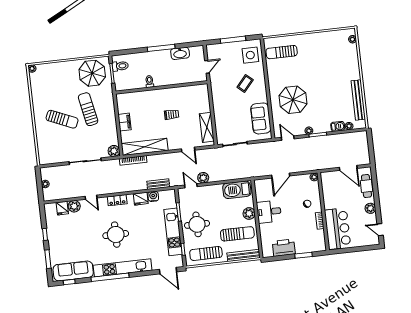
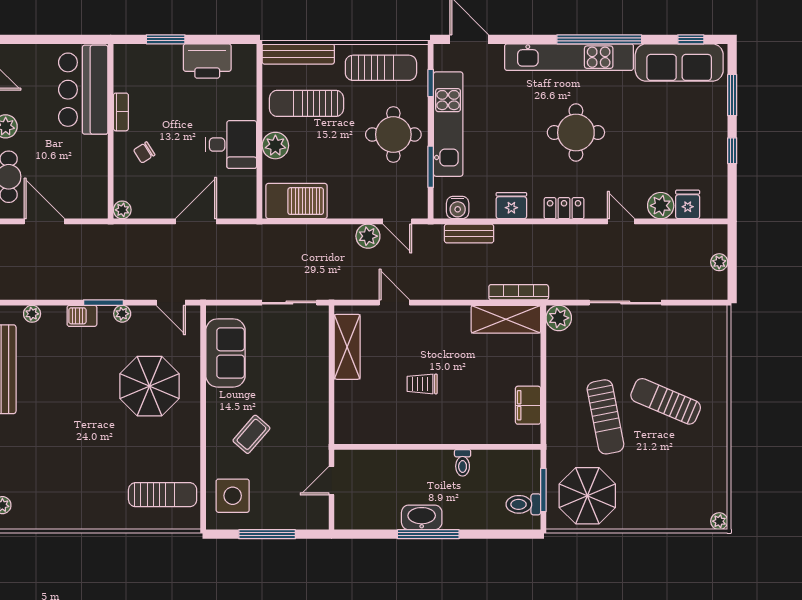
washbasin: (180, 53) -> (422, 517), moved
filing cabinet: (125, 122) -> (528, 405), moved
barbecue: (338, 126) -> (82, 316), moved
shelving: (145, 147) -> (506, 319), width x0.68
water cooler: (153, 196) -> (458, 208), moved

